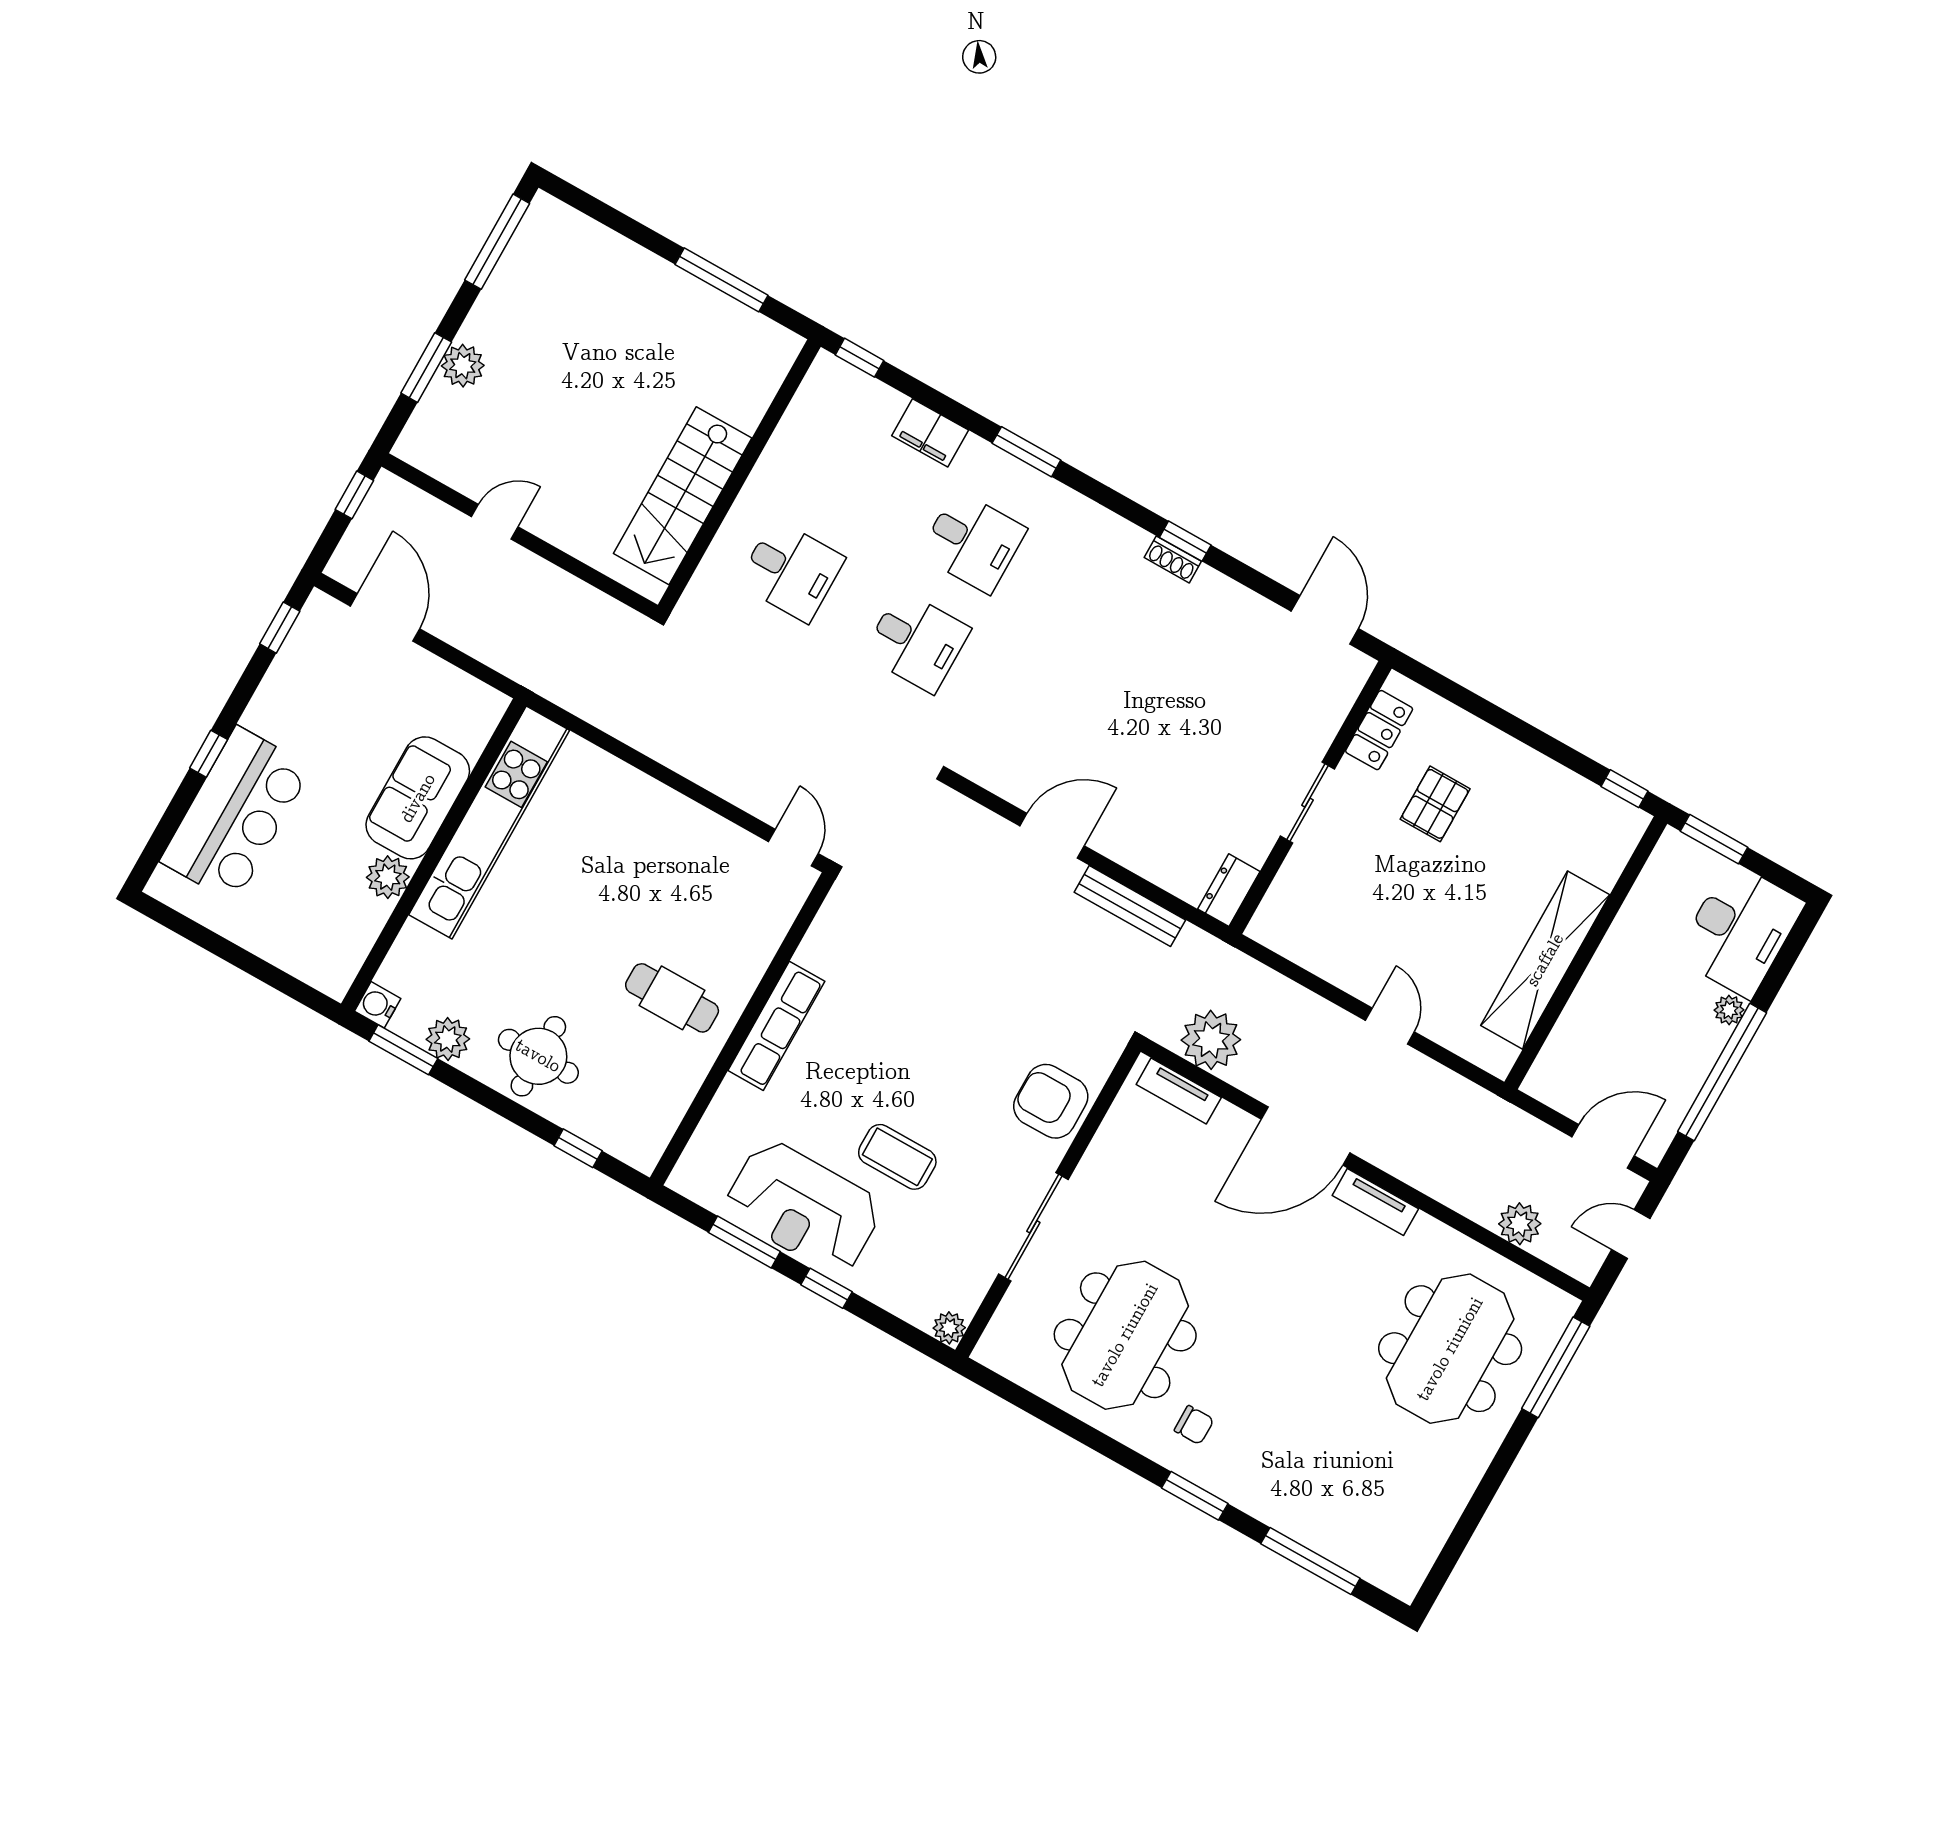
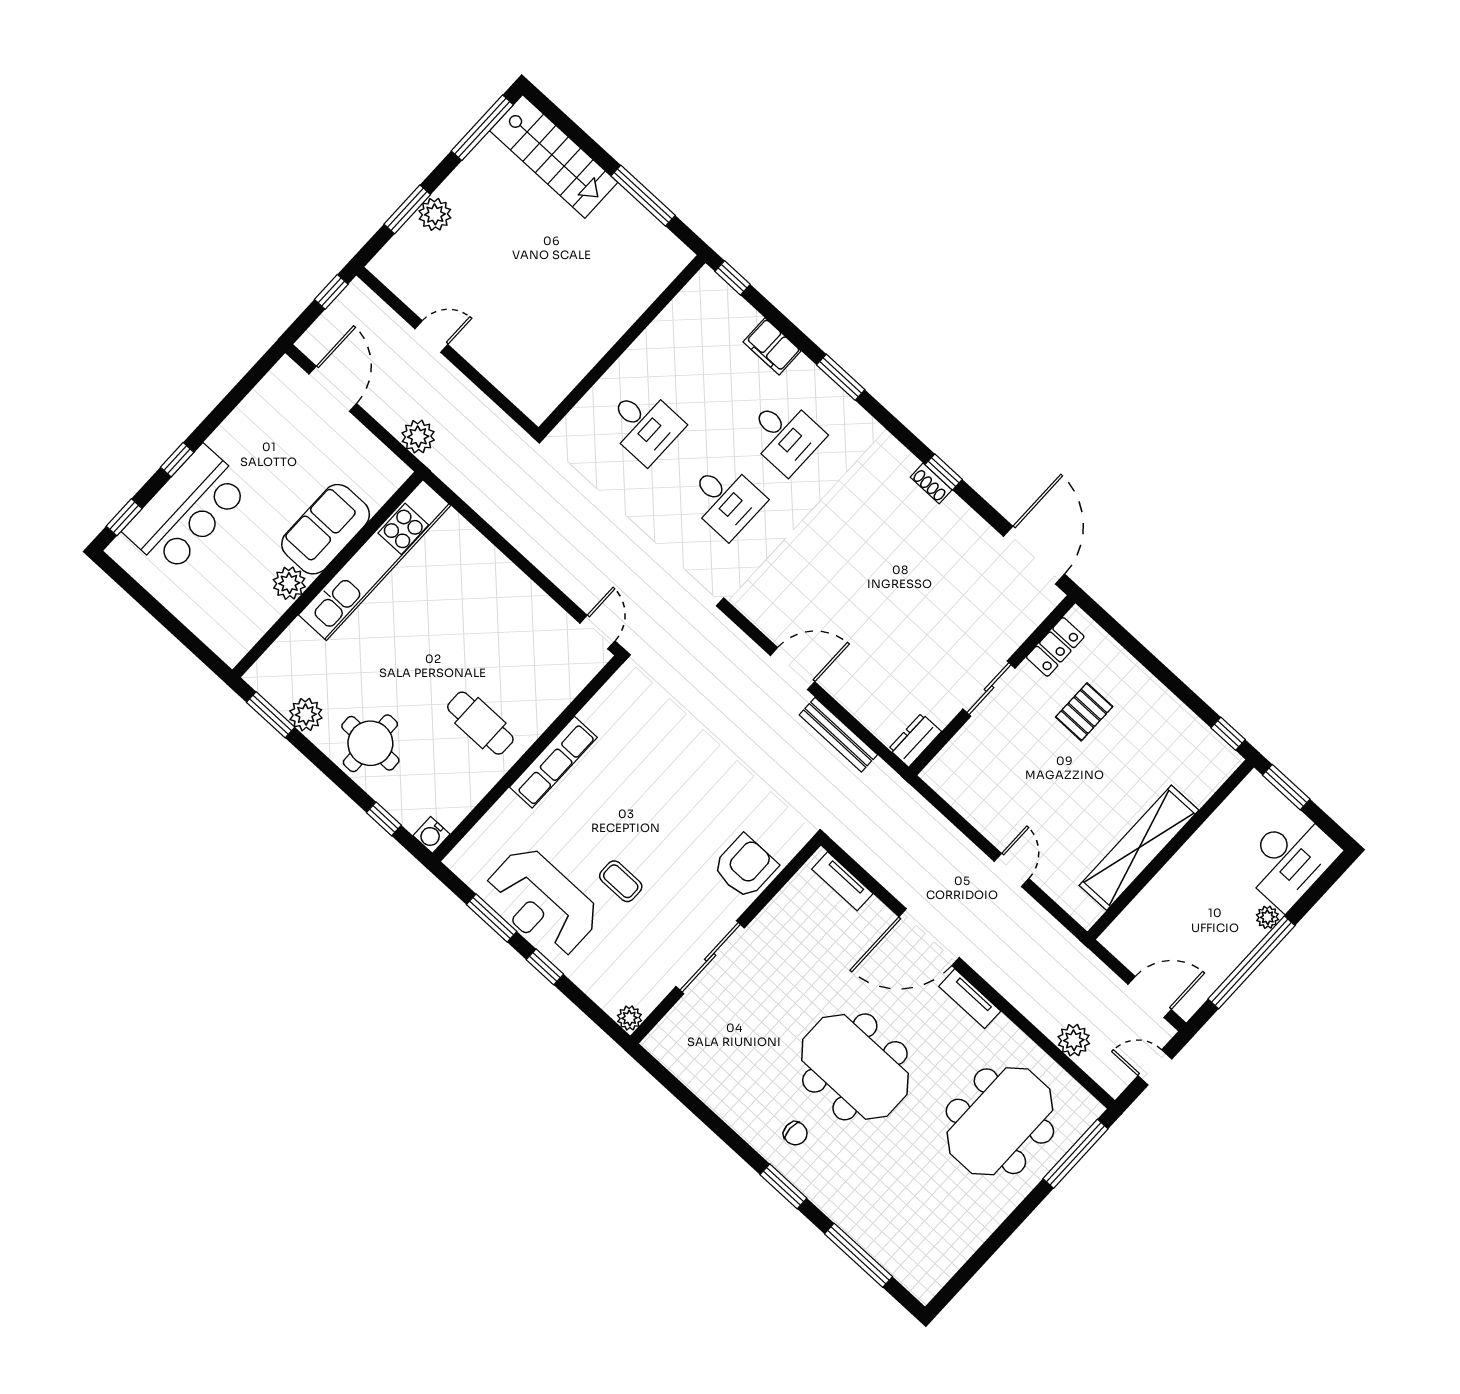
stairs: (683, 496) -> (554, 157), moved, turned -90
door: (1325, 620) -> (1034, 555), width x1.36
window: (280, 628) -> (124, 517), moved
water cooler: (378, 1005) -> (432, 835), moved, turned -90
plant: (1211, 1040) -> (418, 437), moved, width x0.73, depth x0.73
armchair: (1051, 1101) -> (745, 867), turned 90
coffee table: (897, 1157) -> (621, 881), width x0.73, depth x0.77
meeting table: (1125, 1335) -> (855, 1067), moved, turned 90

